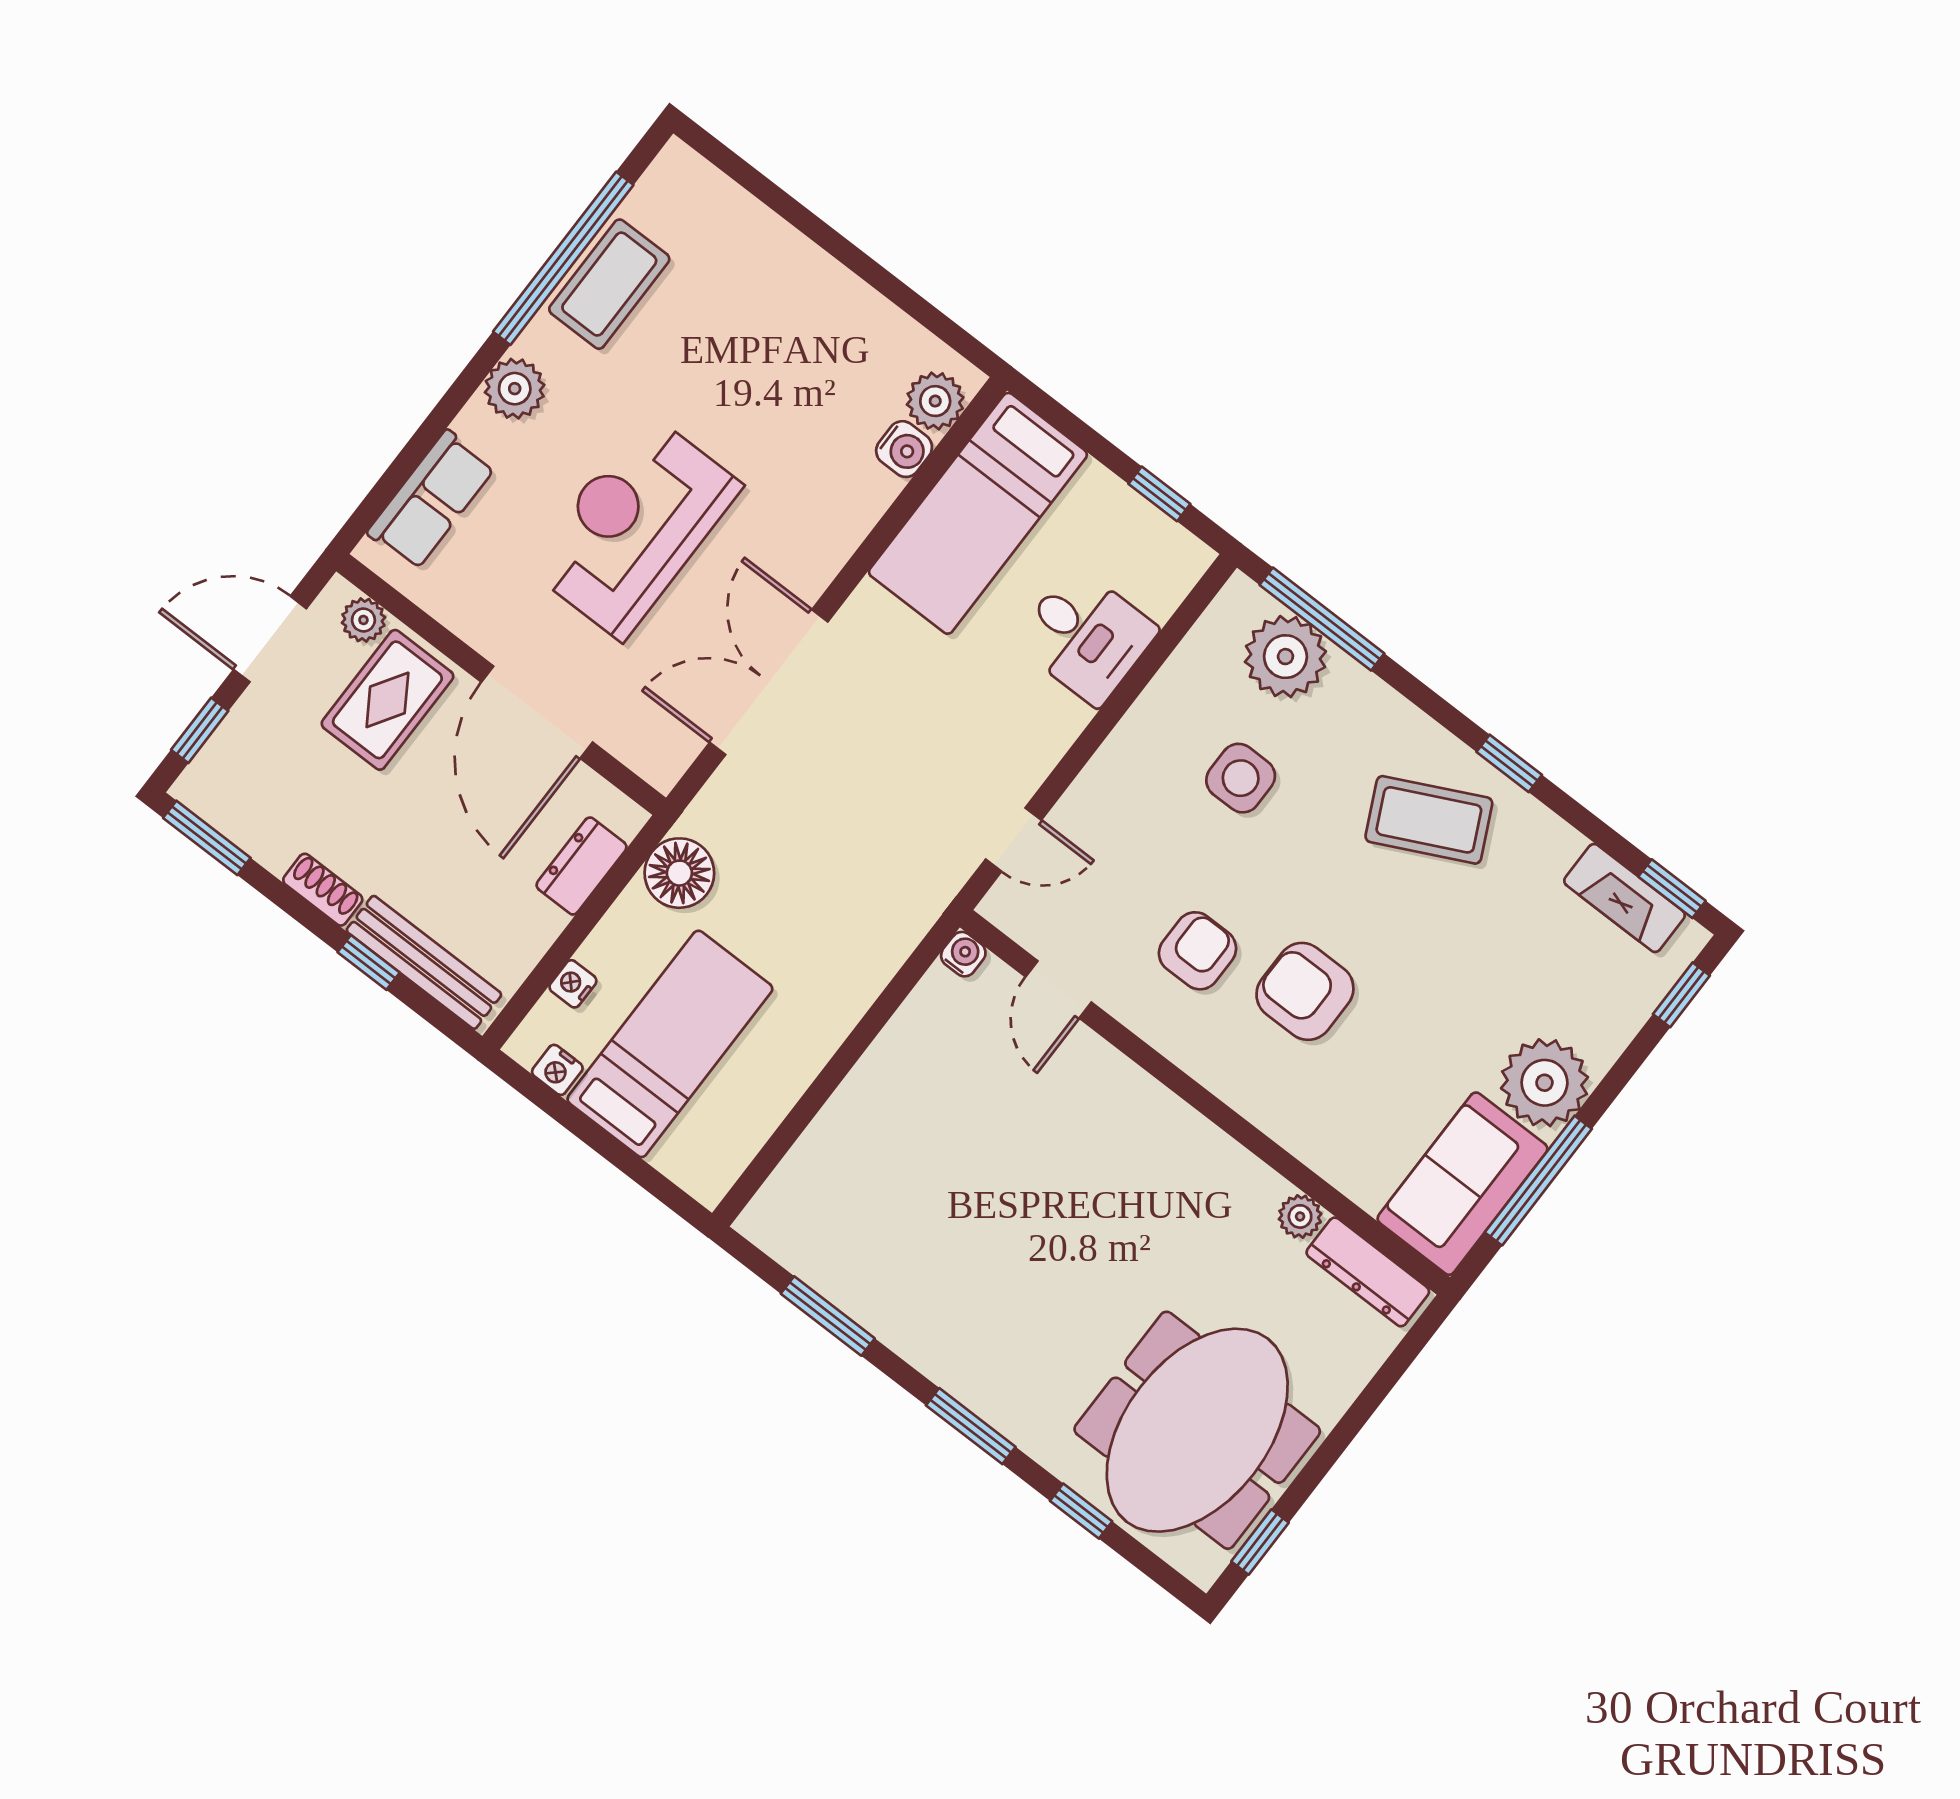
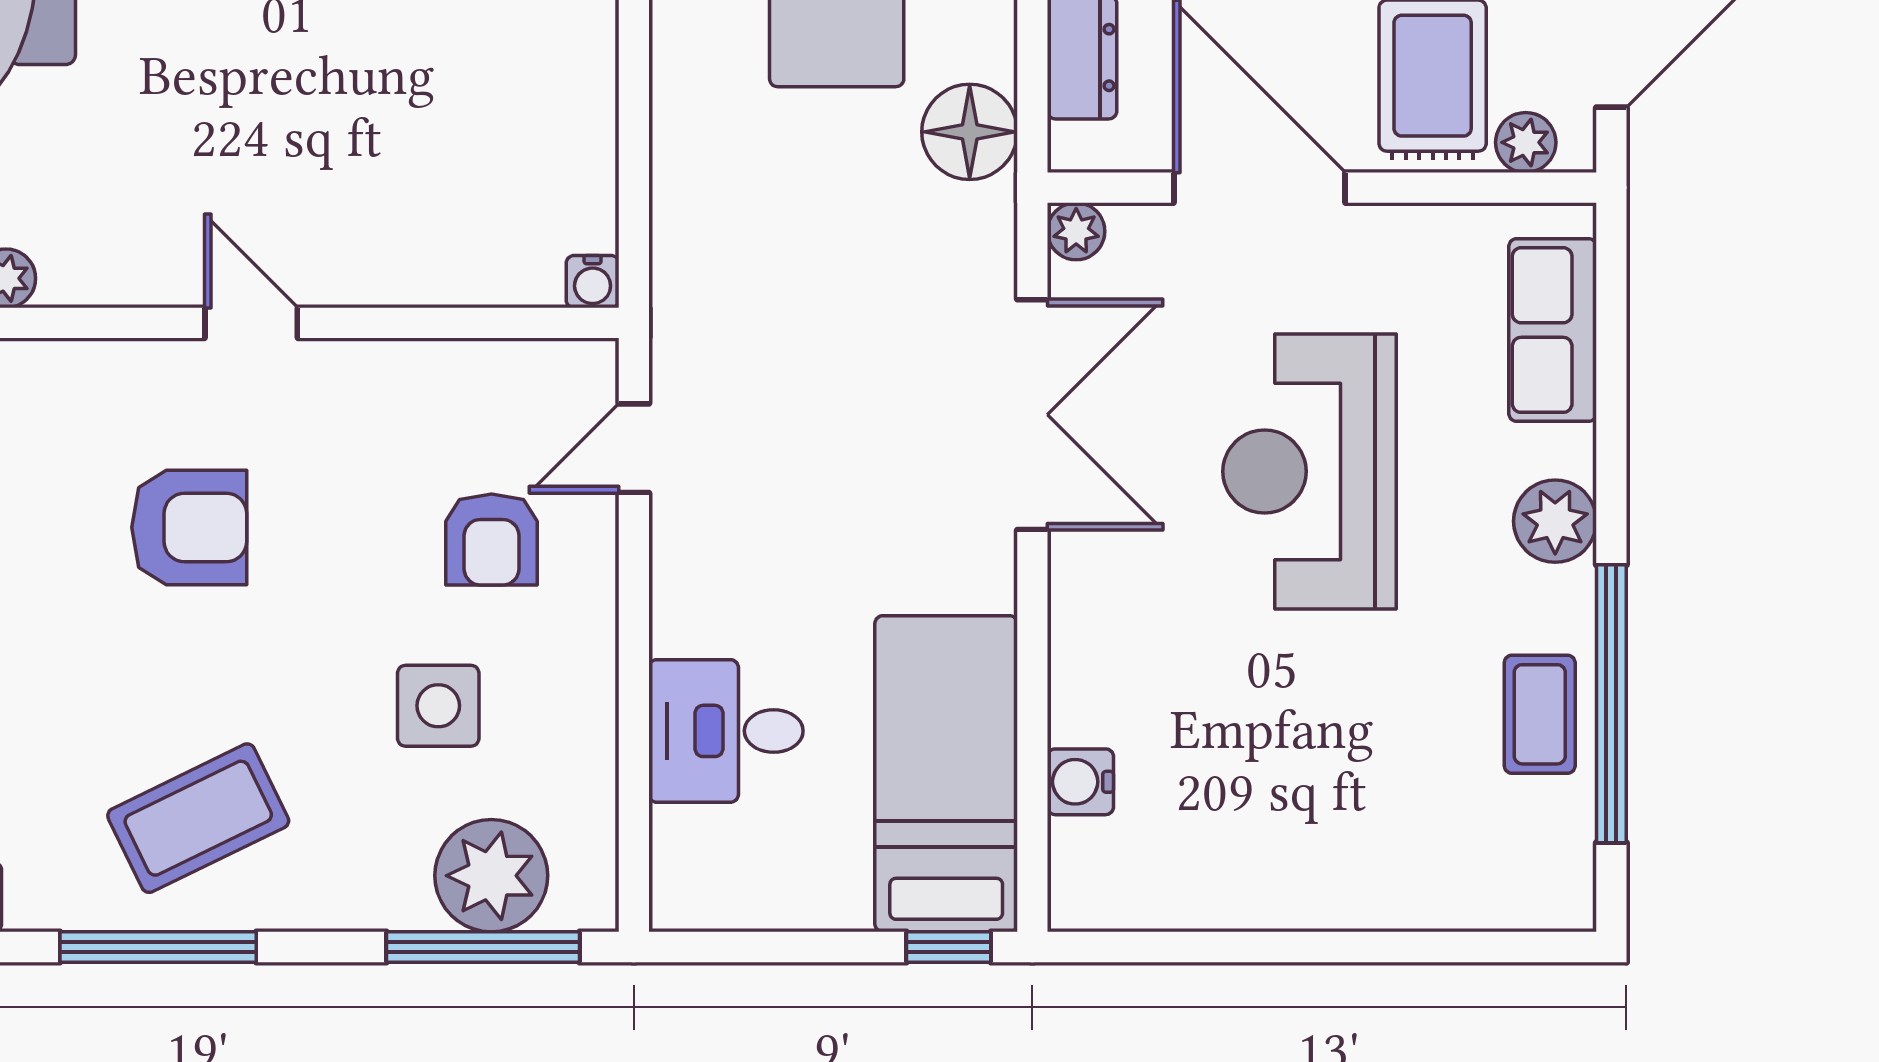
coffee table: (609, 284) -> (1540, 714), width x0.73, depth x0.77
plant: (935, 401) -> (1076, 231), moved, width x0.73, depth x0.73
window: (1159, 494) -> (949, 947), moved
reception desk: (634, 526) -> (1310, 471), turned 180
window: (1509, 763) -> (158, 947), width x2.17
armchair: (1198, 951) -> (492, 539), moved
door: (1058, 989) -> (251, 323), moved

